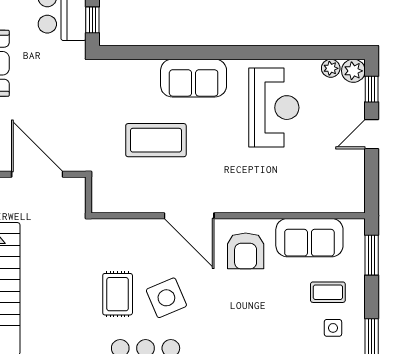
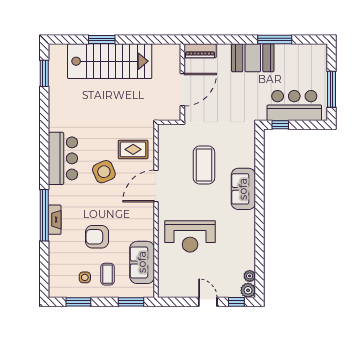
reception desk: (274, 108) -> (190, 236), moved
armchair: (246, 251) -> (97, 237), moved
rug: (118, 294) -> (133, 149), moved

